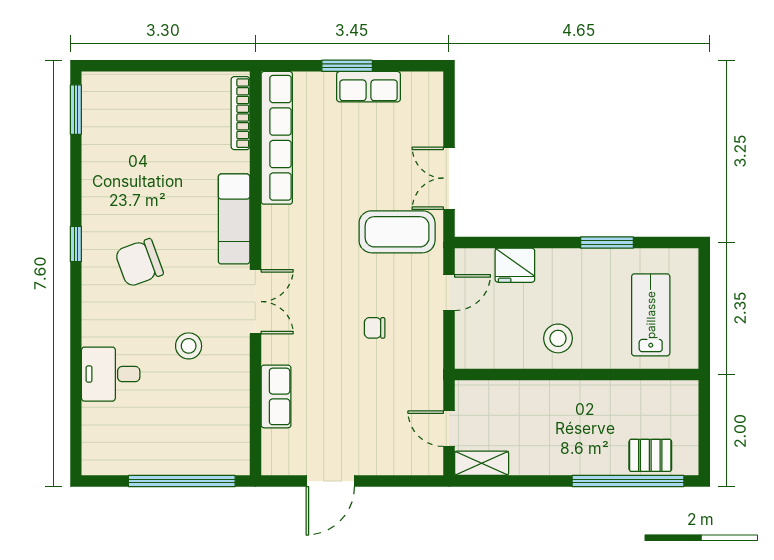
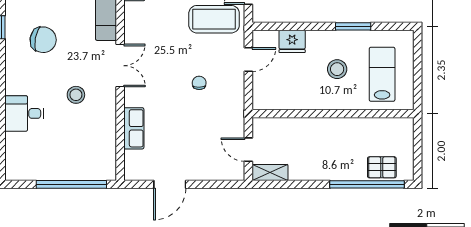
chair: (139, 263) -> (43, 40), turned -150
chair: (375, 328) -> (199, 83), turned 89
stool: (558, 338) -> (337, 69), moved

